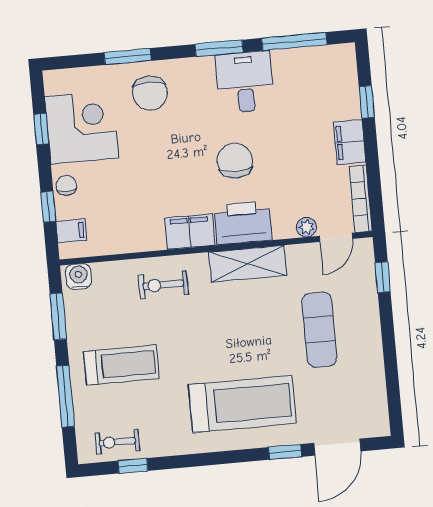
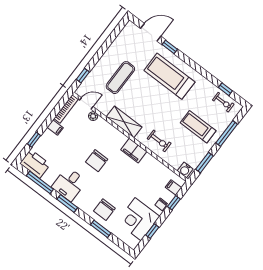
chair: (150, 93) -> (104, 210), turned 180
filing cabinet: (350, 142) -> (55, 128), width x0.50
printer: (243, 223) -> (35, 164), moved, turned 180

